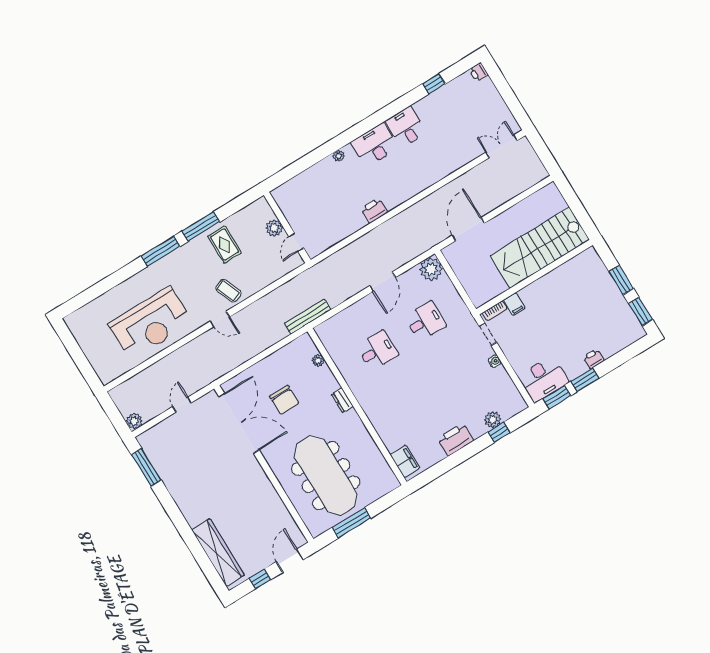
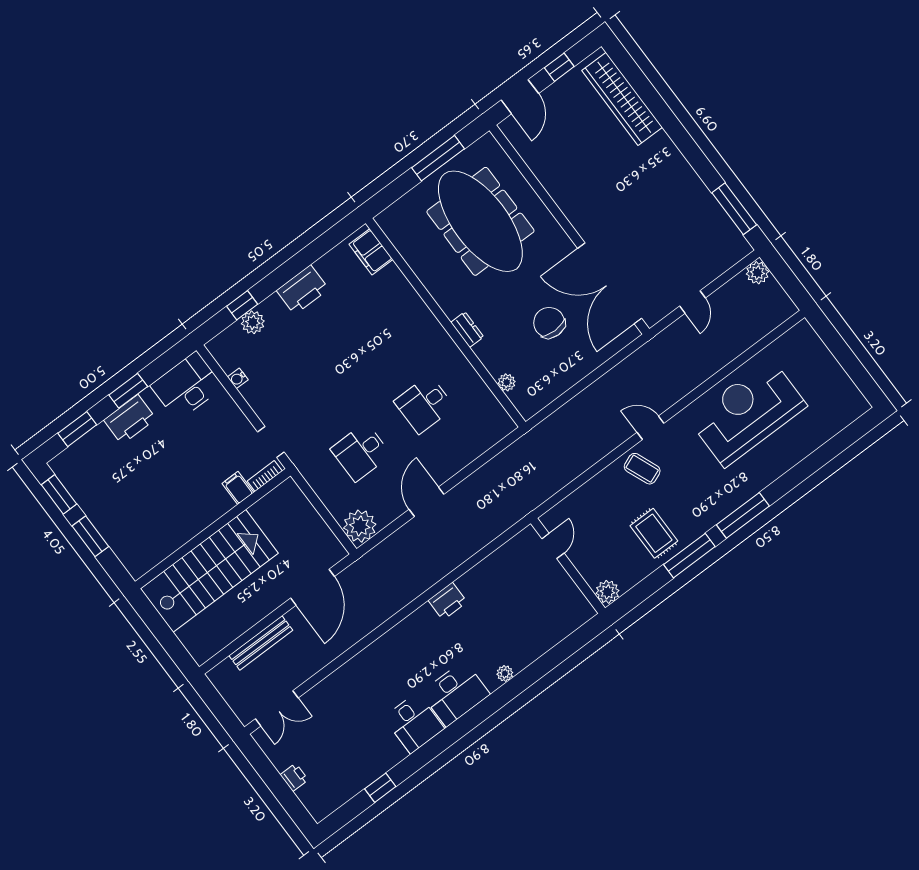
printer: (479, 72) -> (294, 777), moved
plant: (274, 228) -> (607, 592), moved
bench: (308, 317) -> (261, 643), moved
printer: (594, 359) -> (130, 419), width x1.87, depth x1.48
water cooler: (495, 361) -> (238, 378), moved
window: (557, 397) -> (77, 429), moved

